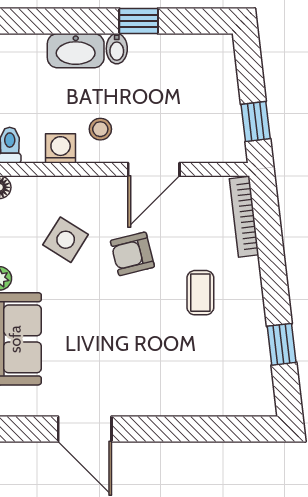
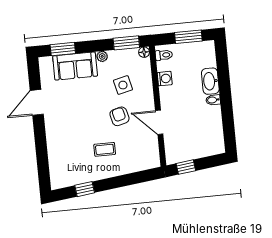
window: (139, 21) -> (227, 109), removed
stool: (100, 129) -> (175, 96), removed
bookcase: (244, 217) -> (142, 166), removed
side table: (66, 240) -> (123, 85), turned 45

